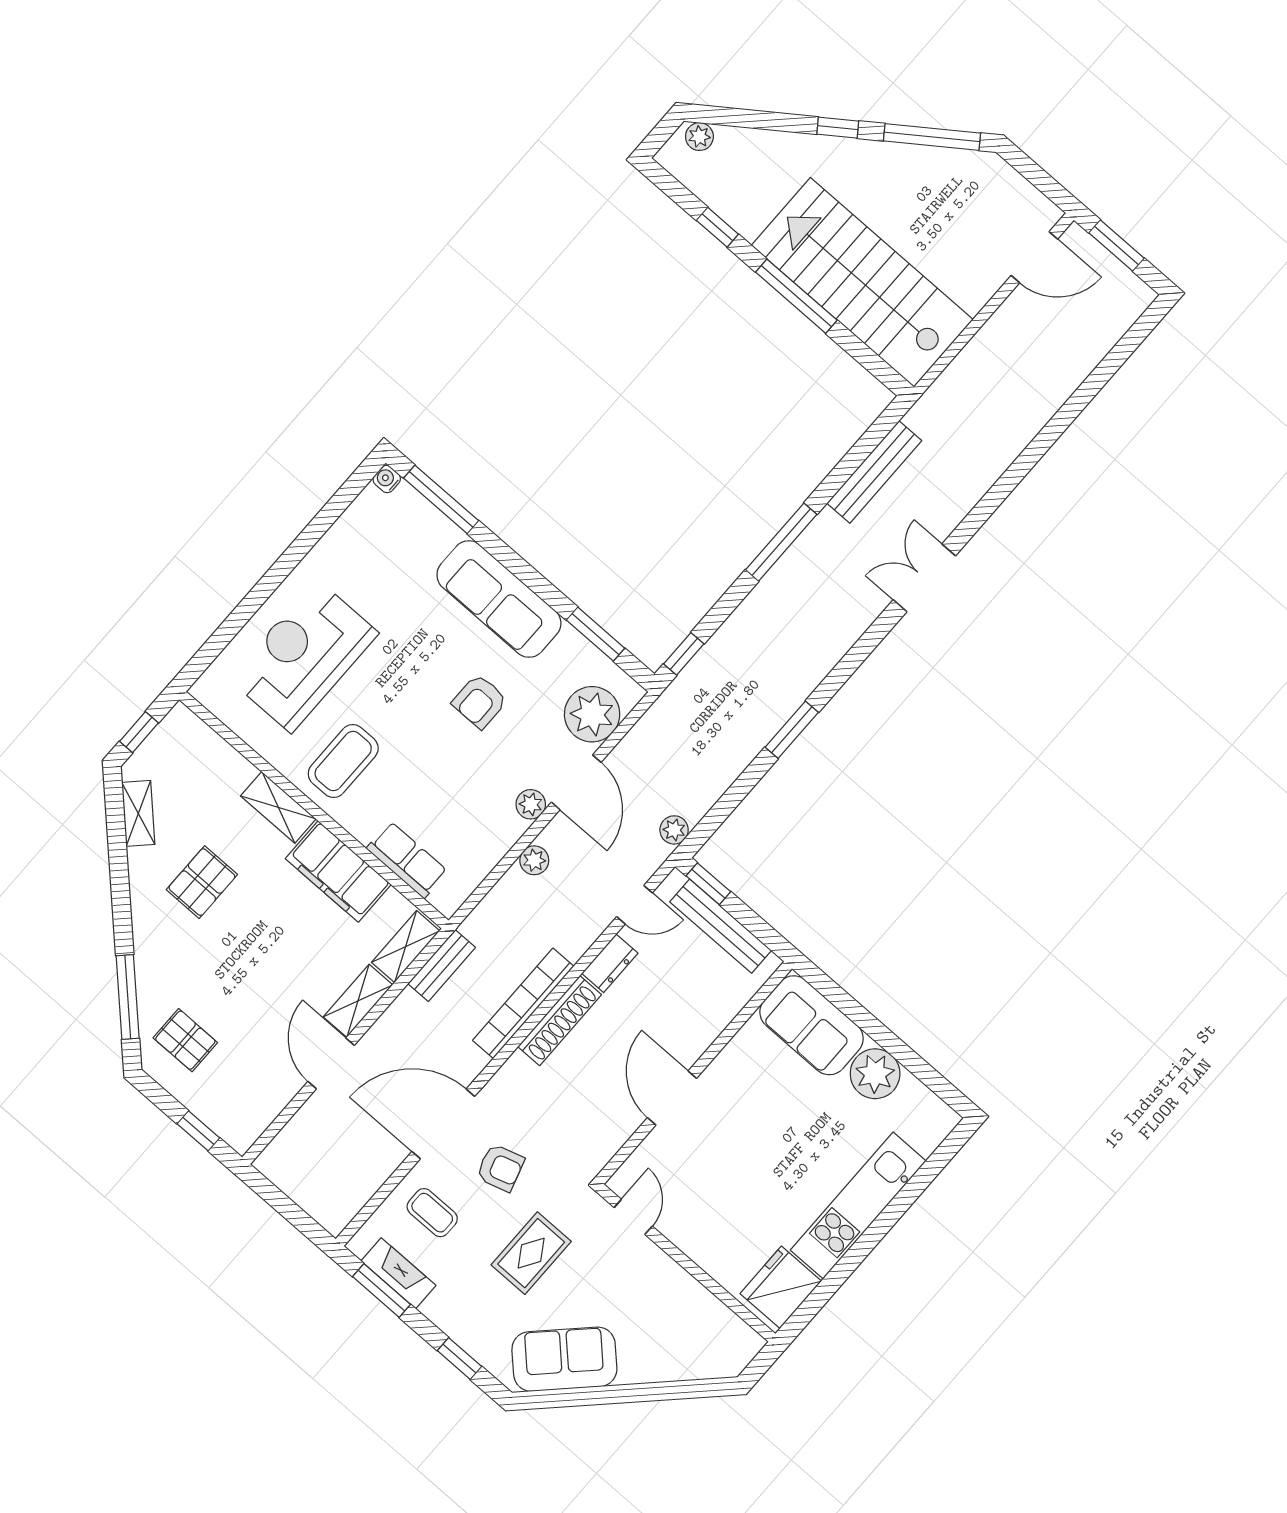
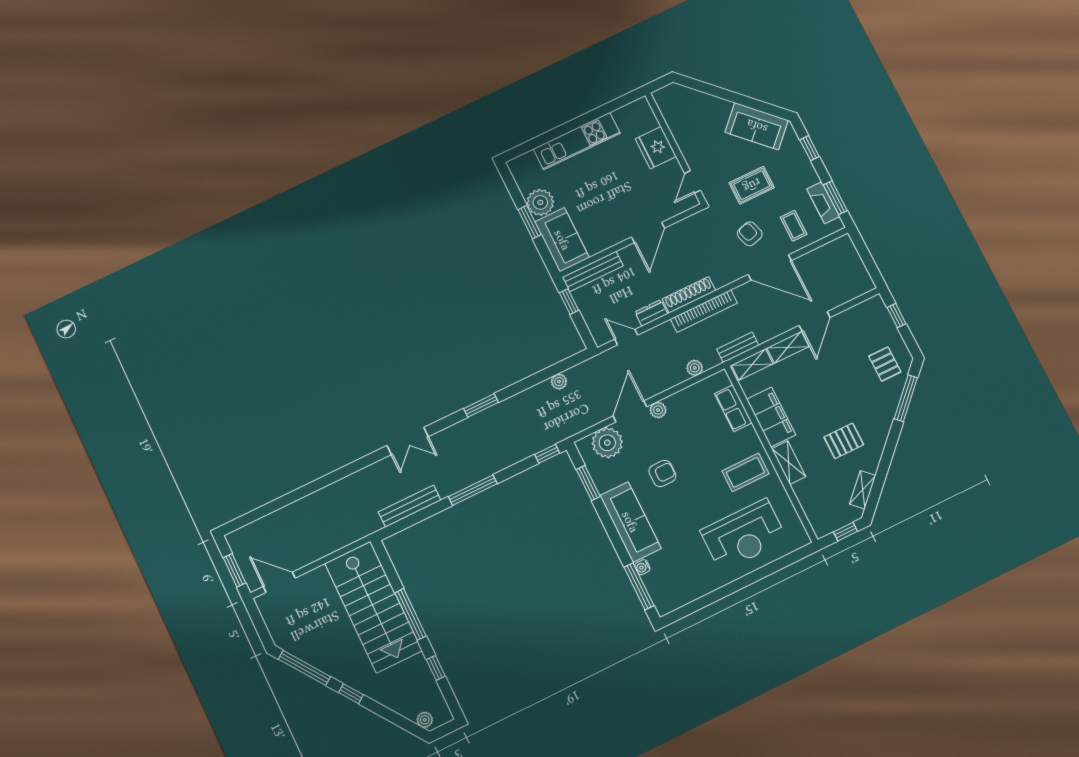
water cooler: (387, 479) -> (642, 567), moved, turned 90
window: (792, 730) -> (481, 405), moved
plant: (674, 830) -> (559, 382), moved
plant: (534, 860) -> (695, 368), moved
window: (708, 884) -> (569, 302), moved
bench: (721, 926) -> (593, 272), moved, turned 90
window: (879, 1032) -> (530, 222), added
fridge: (781, 1287) -> (656, 148), moved, turned 90

